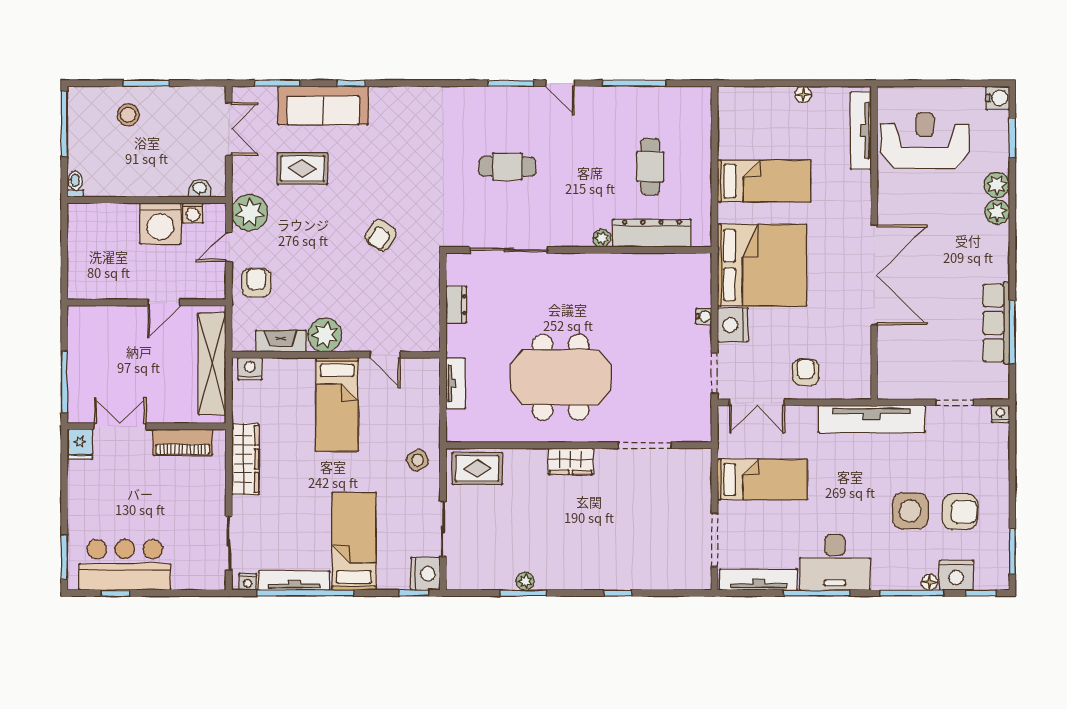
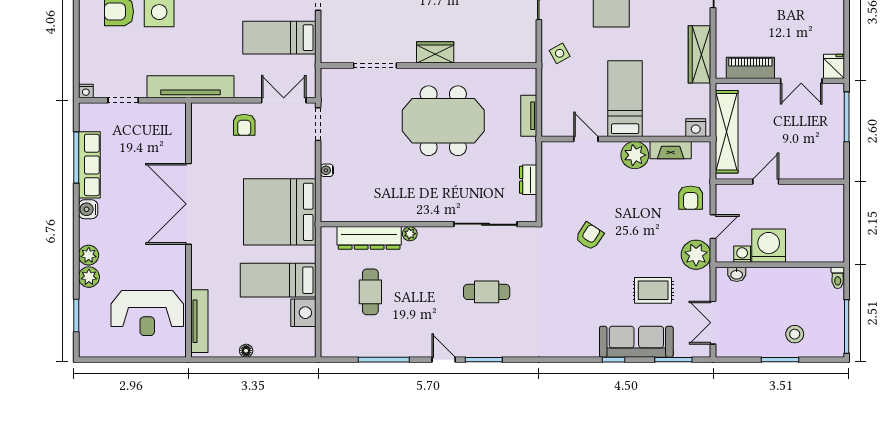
water cooler: (998, 98) -> (88, 209), moved
nightstand: (733, 325) -> (303, 313), moved
rug: (477, 468) -> (511, 47), removed

